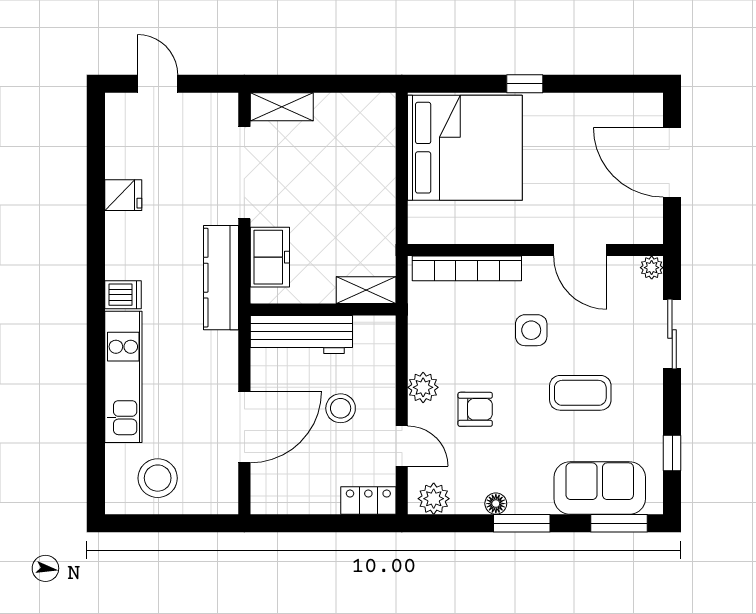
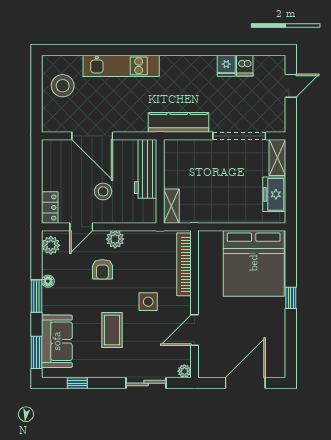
freezer: (270, 257) -> (274, 194), moved, turned 90
dishwasher: (123, 295) -> (245, 66), moved

